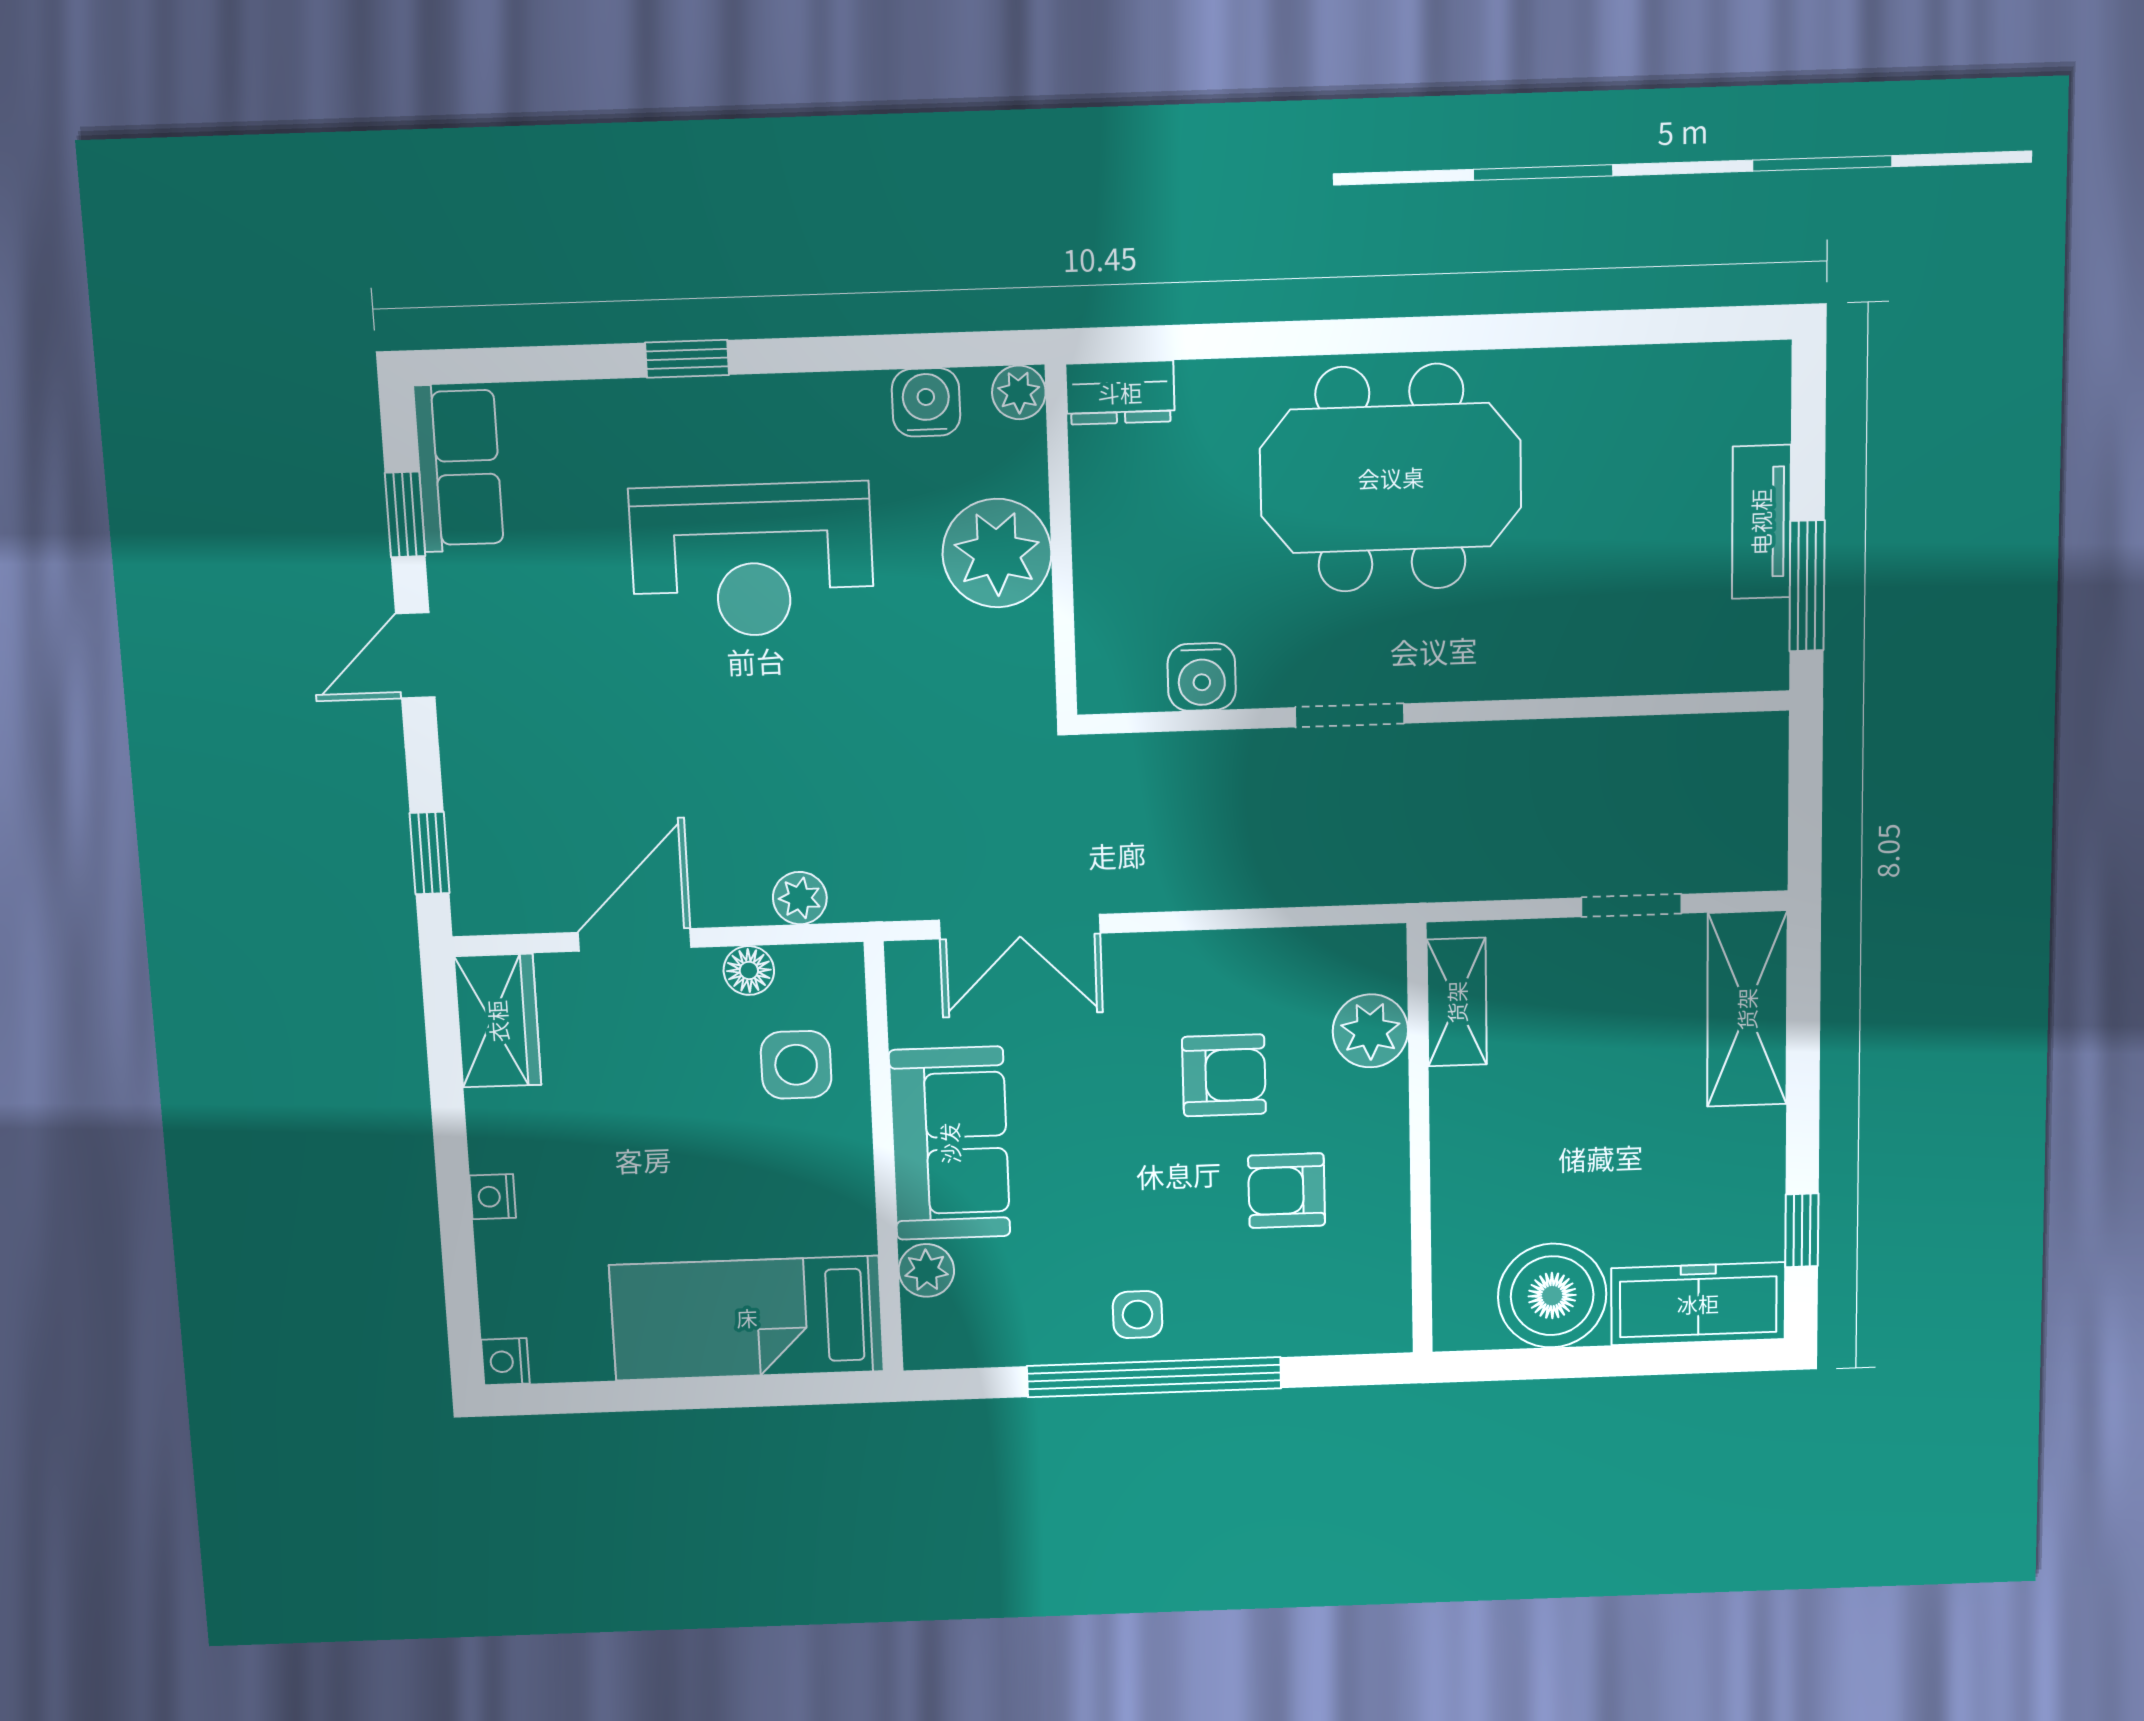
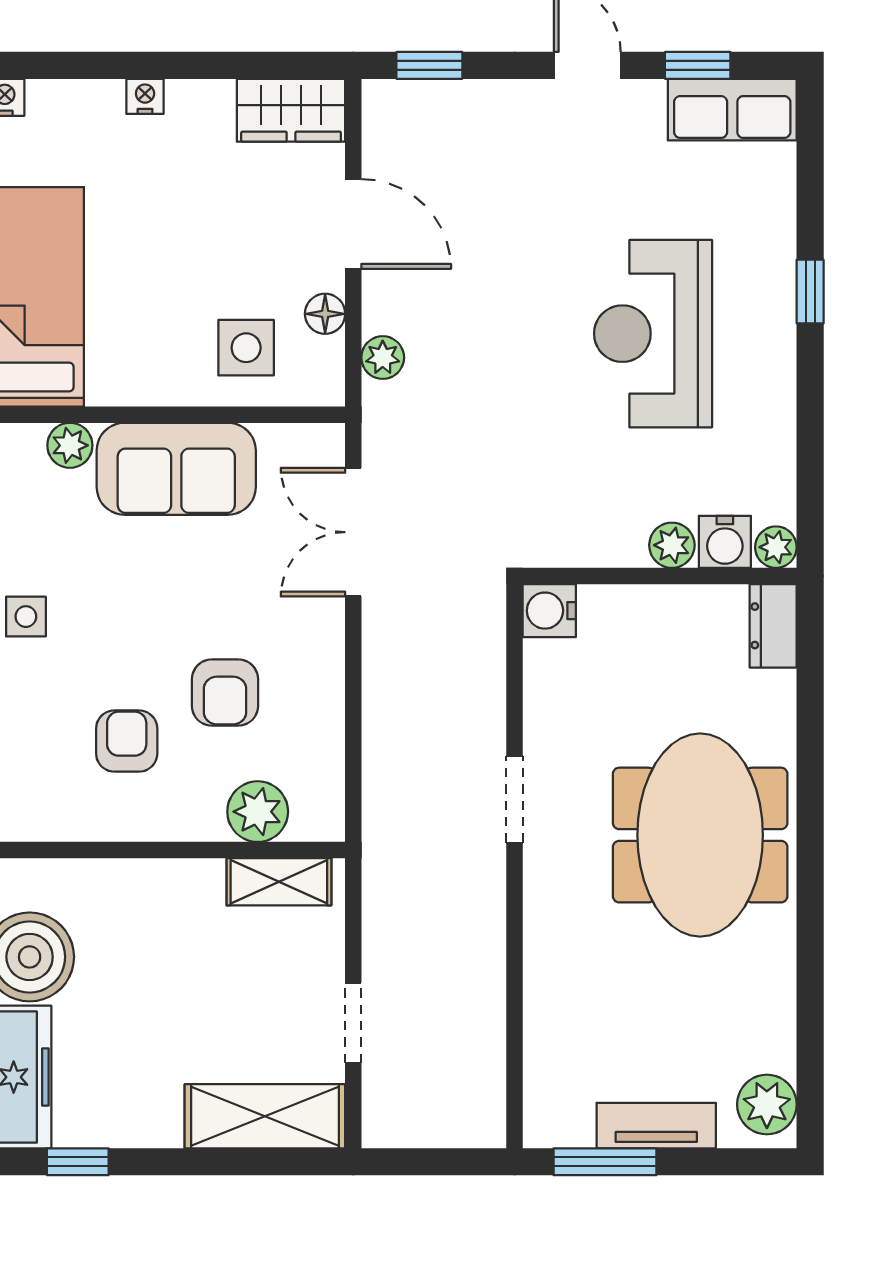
plant: (1735, 380) -> (767, 1104), added
water cooler: (926, 402) -> (725, 542), moved, turned 90
plant: (997, 553) -> (672, 545), width x0.53, depth x0.53
water cooler: (1202, 677) -> (549, 611), moved

